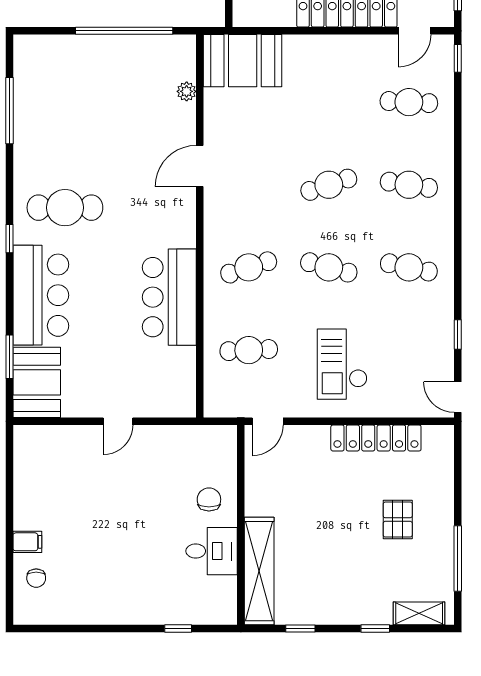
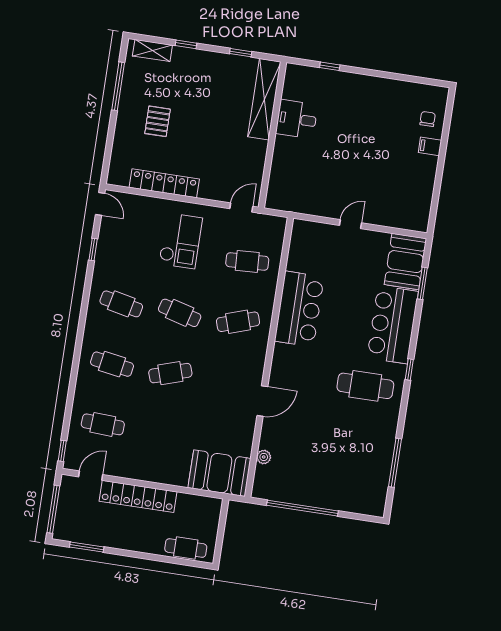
chair: (209, 499) -> (293, 157), removed

